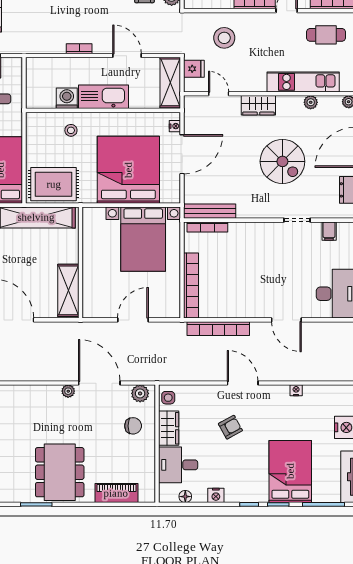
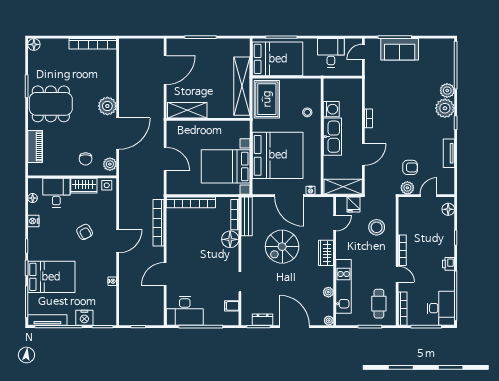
spiral stairs: (282, 161) -> (282, 247), moved
floor lamp: (240, 233) -> (230, 239), added
plant: (68, 391) -> (107, 106), width x1.88, depth x1.88

